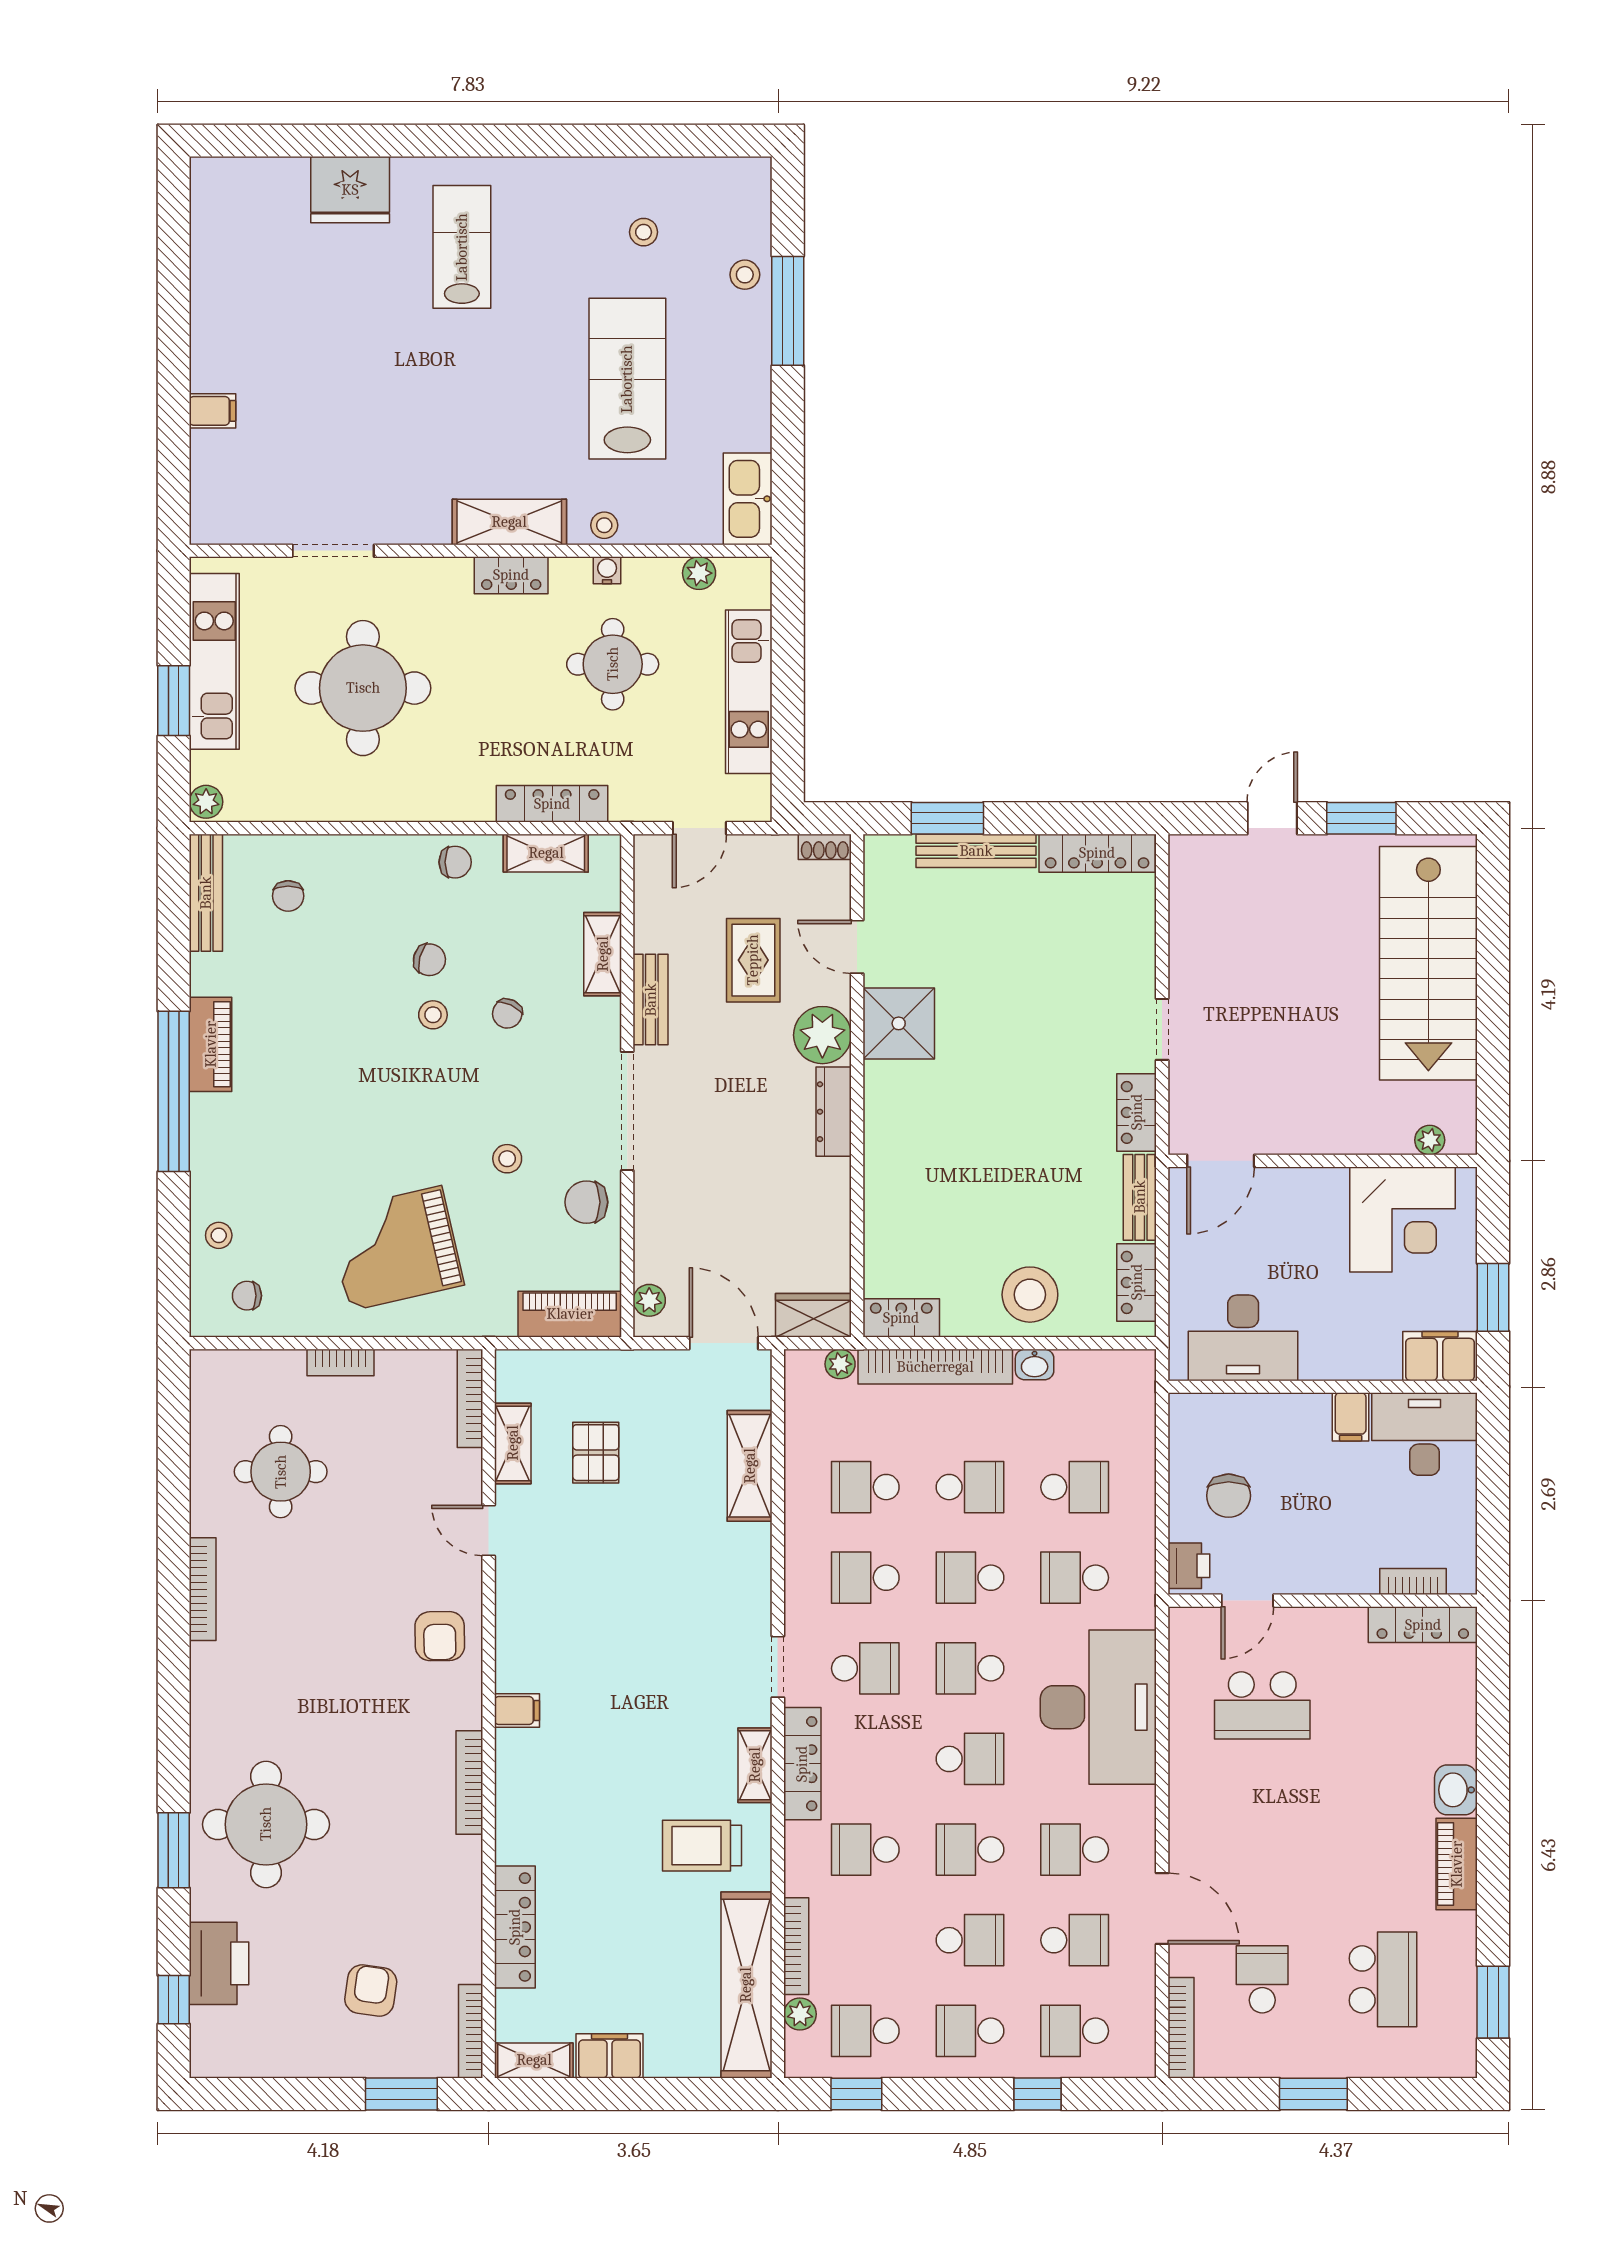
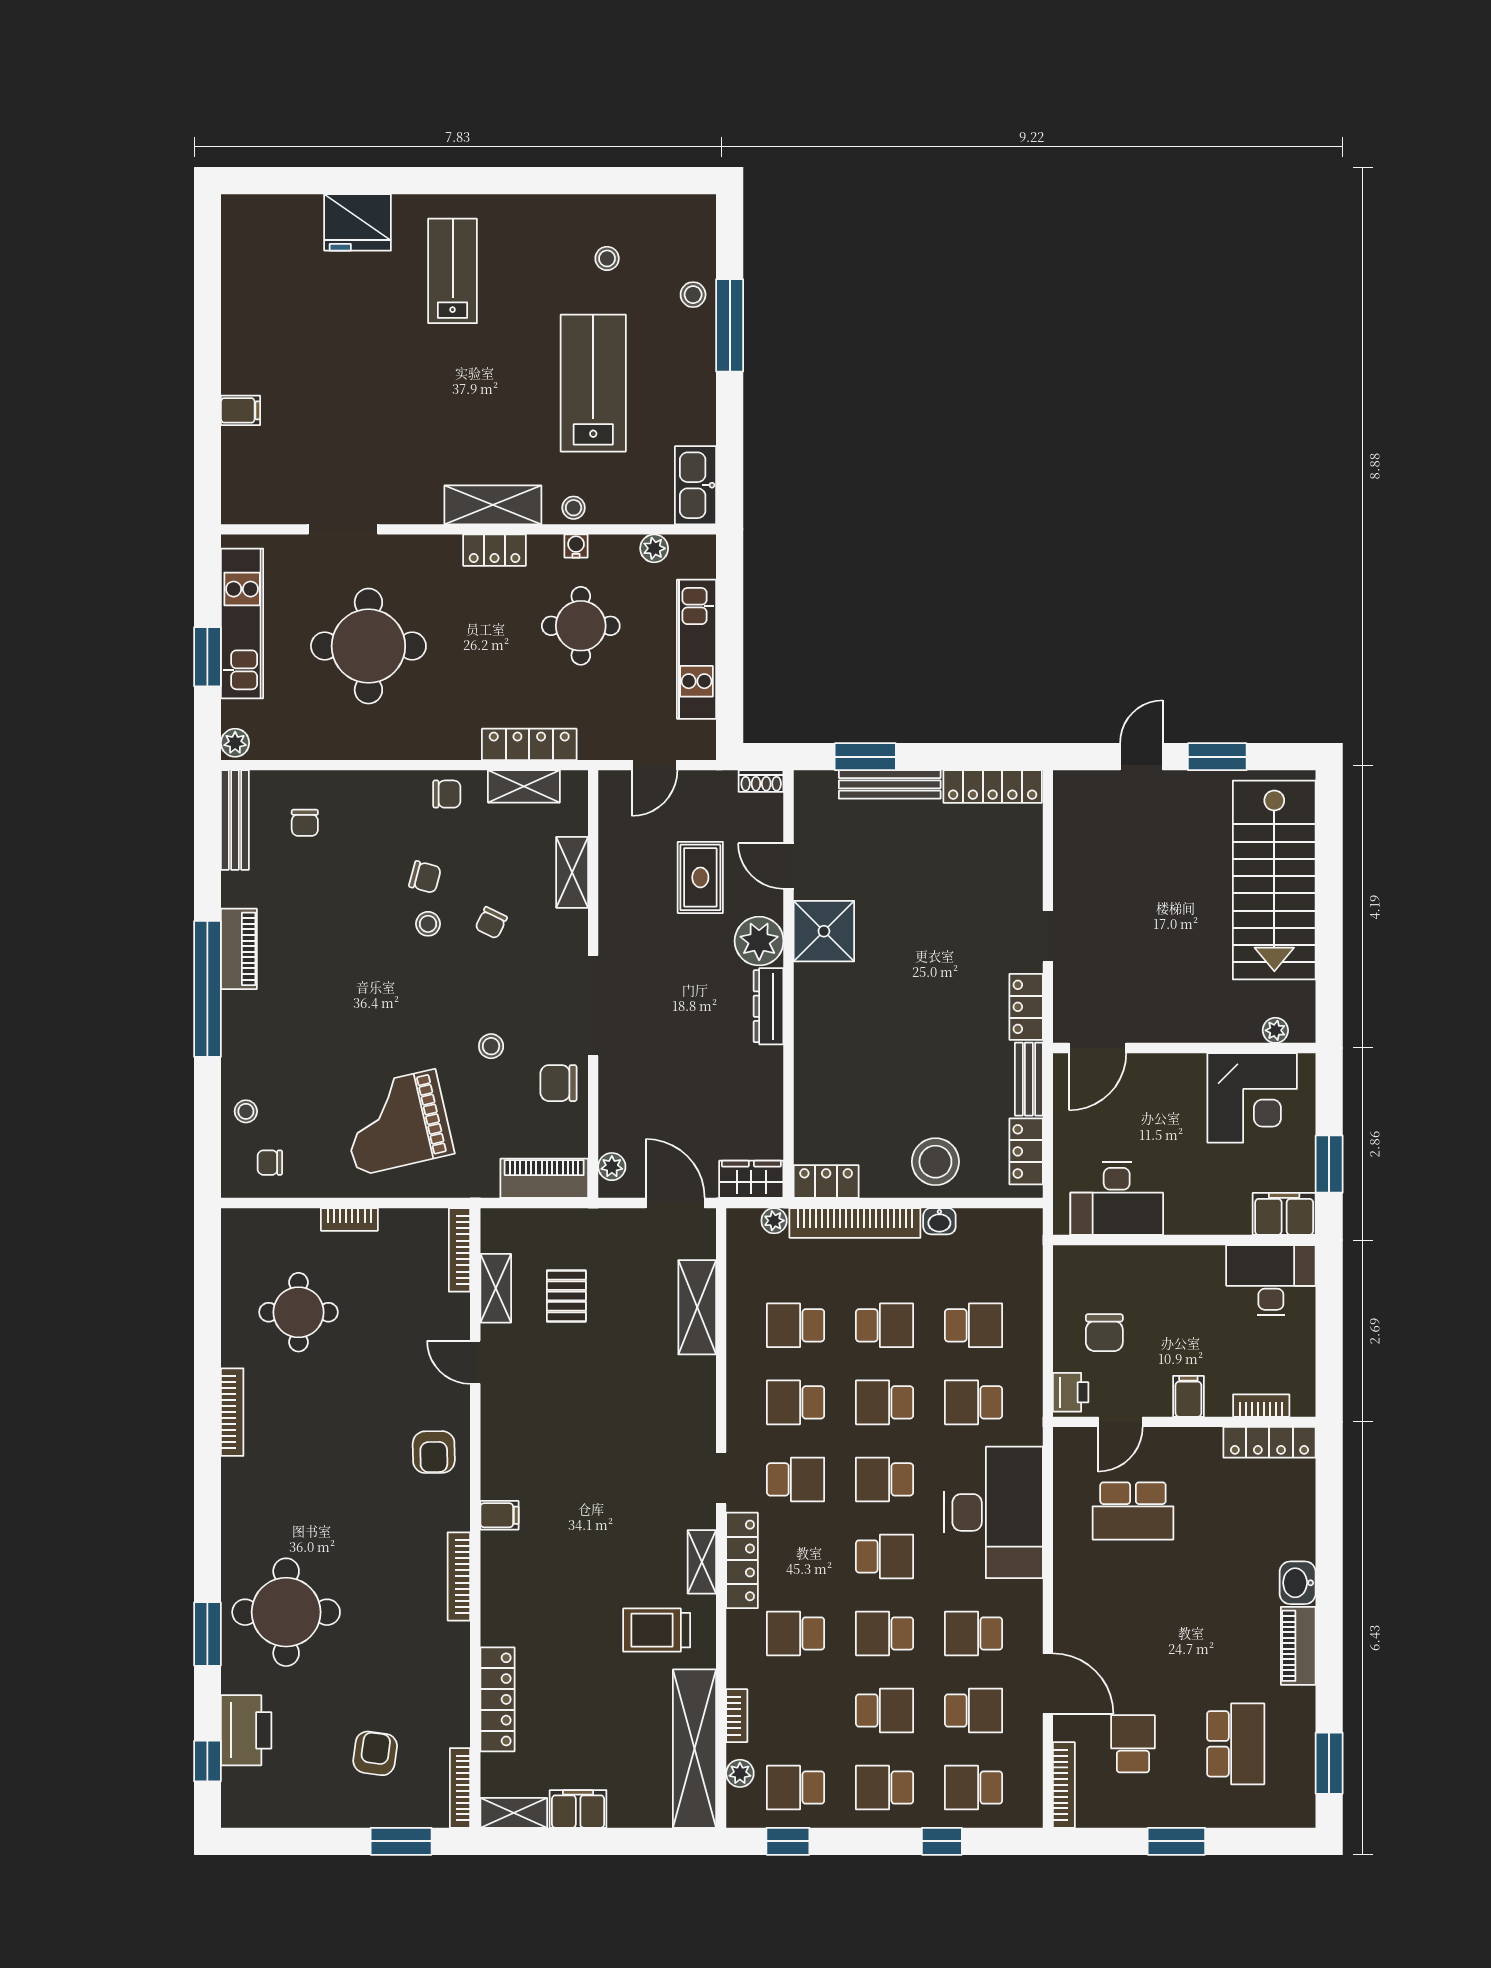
bench: (651, 1000) -> (613, 911), removed
filing cabinet: (1351, 1417) -> (1188, 1396), moved, turned 180
bookcase: (796, 1946) -> (737, 1716), width x0.64

